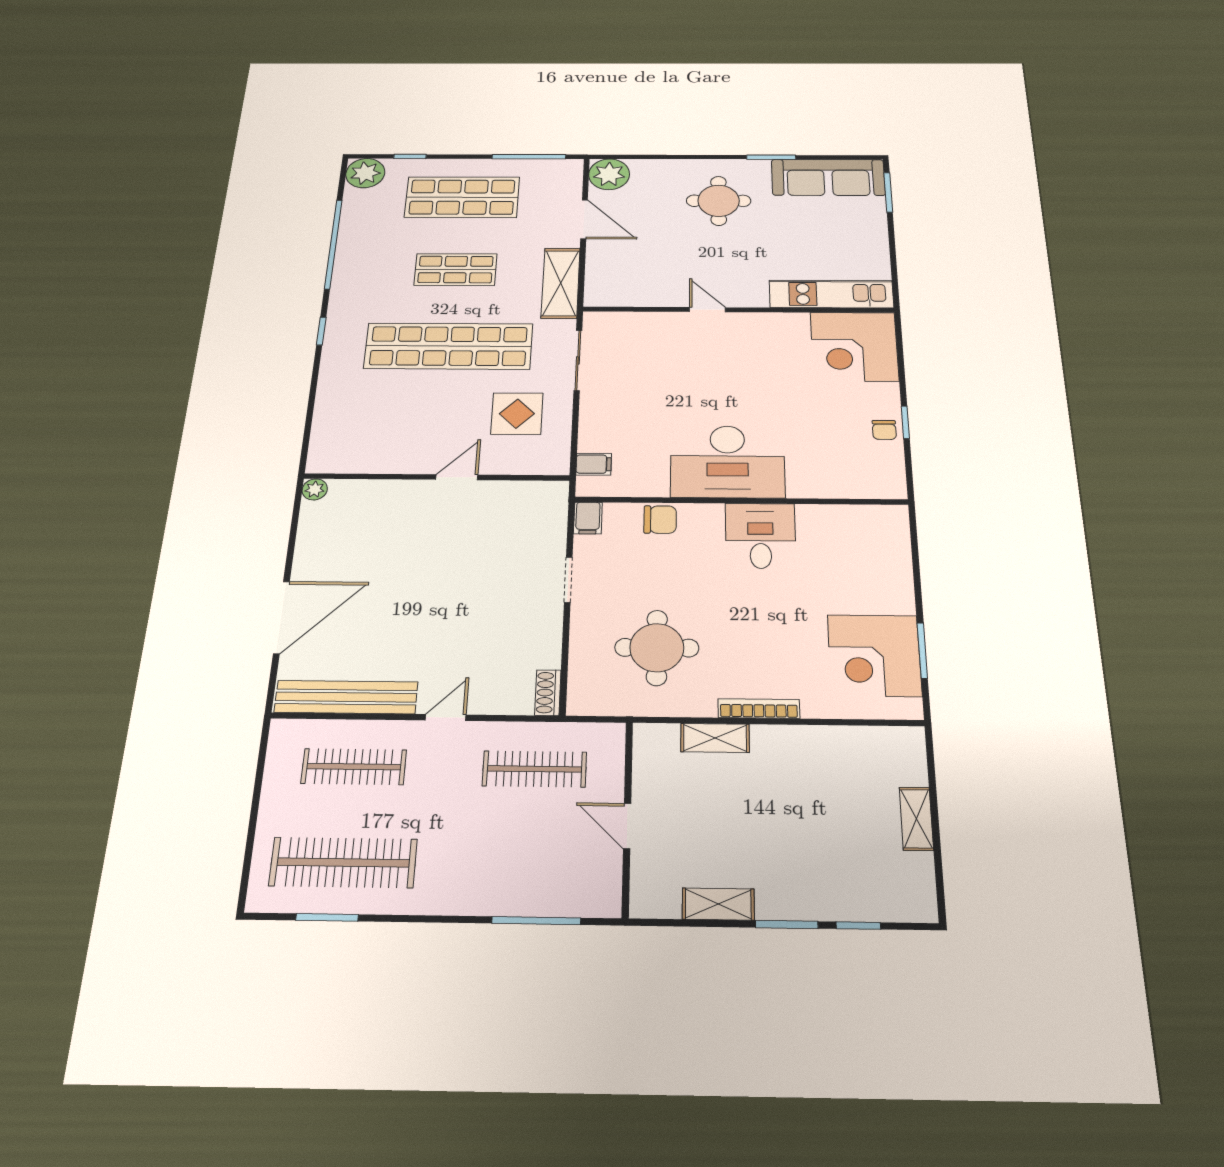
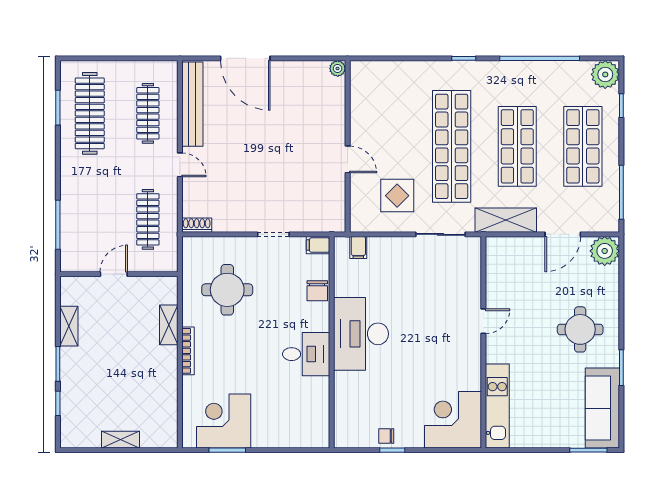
shop shelf: (456, 270) -> (517, 146), width x1.43, depth x1.36

